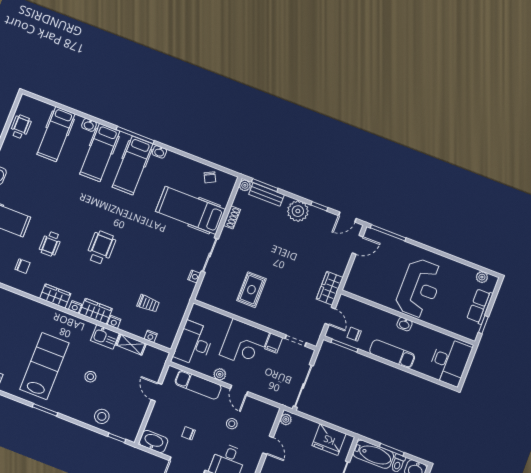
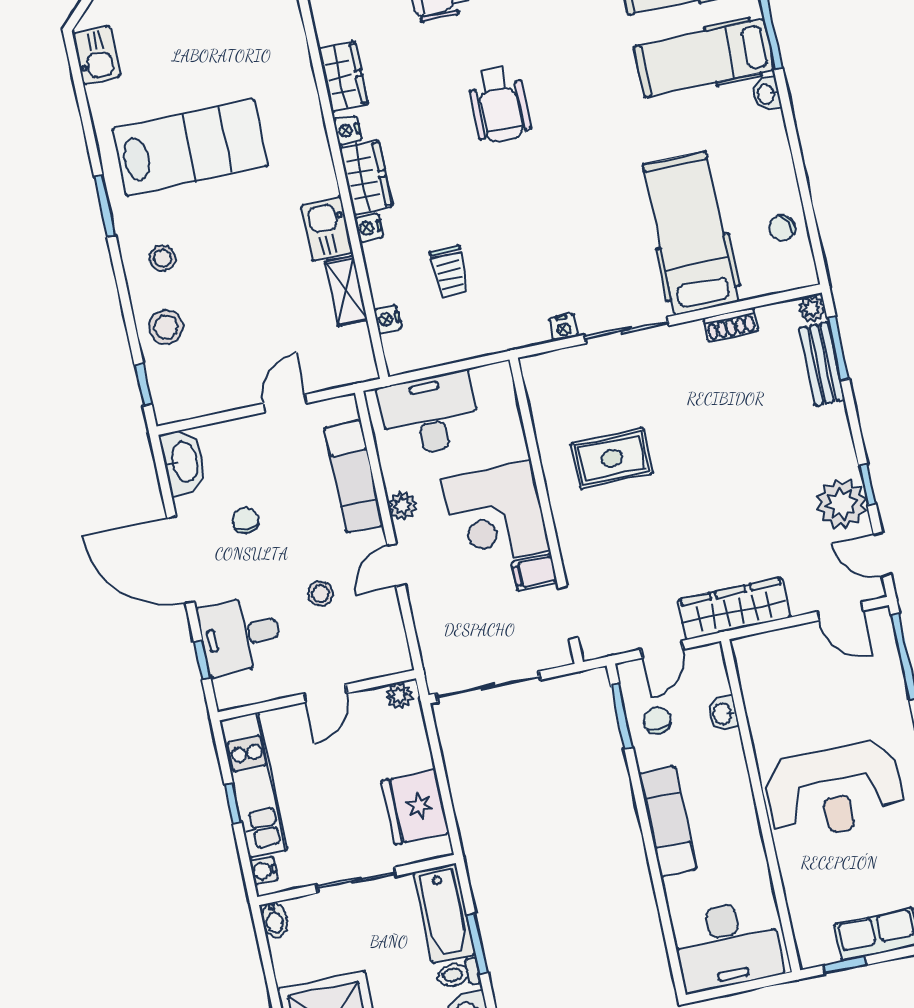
plant: (298, 211) -> (841, 504), moved
wheelchair: (101, 248) -> (499, 104), turned 90
wardrobe: (330, 288) -> (734, 609), width x1.50
washbasin: (404, 324) -> (723, 714), moved
stool: (90, 377) -> (162, 258), moved

